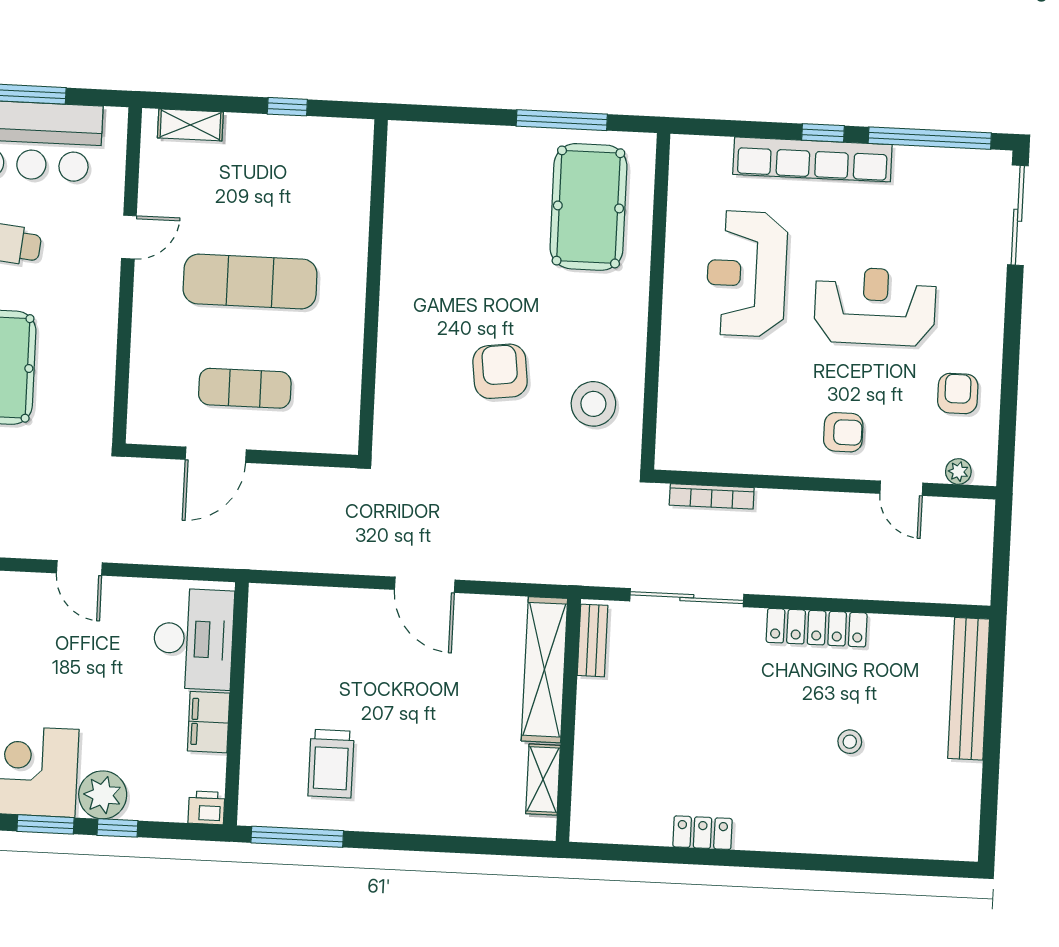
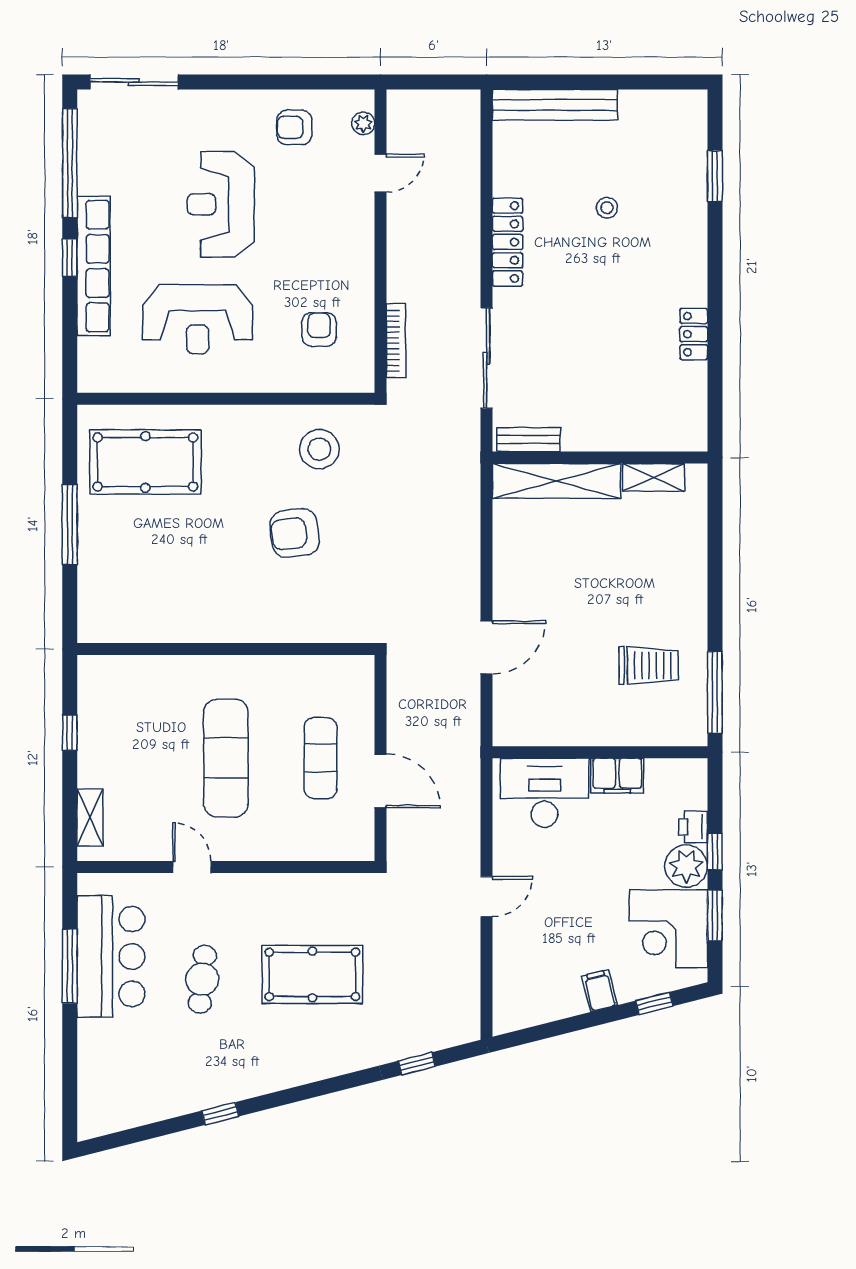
window: (562, 120) -> (70, 525), moved
armchair: (843, 432) -> (319, 329), moved
door: (425, 585) -> (487, 647), moved
printer: (207, 808) -> (693, 827), moved
window: (880, 865) -> (715, 176), added

